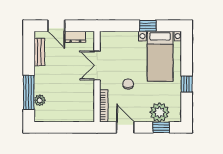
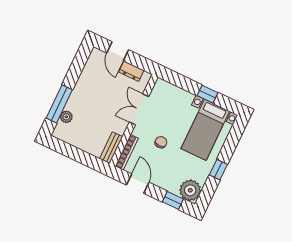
bench: (39, 52) -> (111, 148), moved
plant: (159, 112) -> (190, 190), moved

